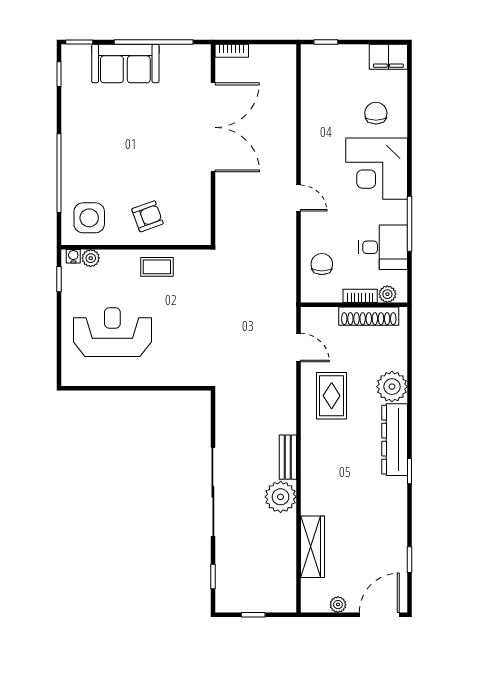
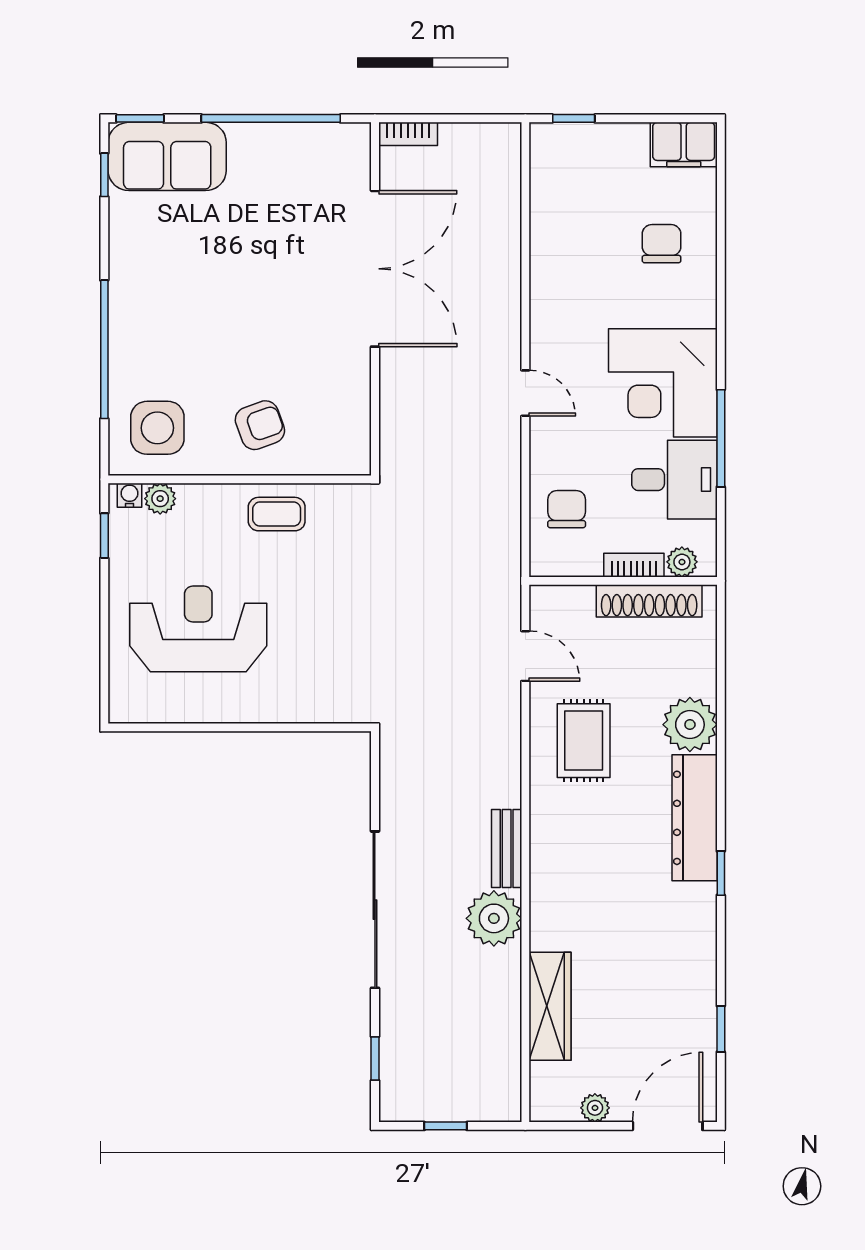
sofa: (125, 63) -> (167, 156), moved
corner desk: (377, 169) -> (663, 383), moved

